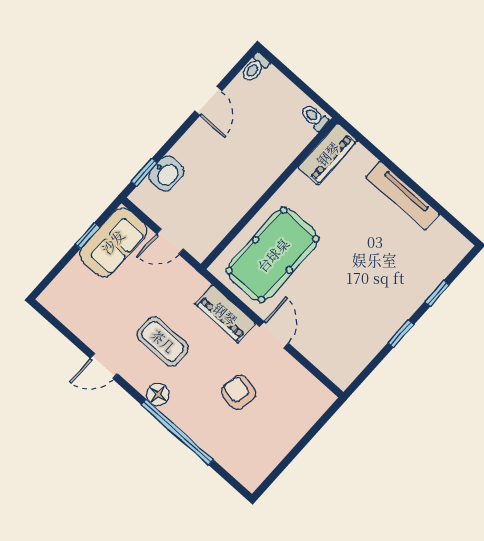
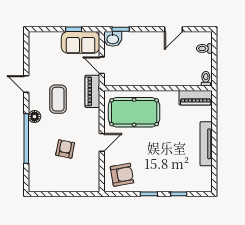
toilet: (255, 68) -> (204, 48), moved
washbasin: (166, 174) -> (113, 39), moved
piano: (225, 314) -> (92, 91), moved
armchair: (342, 347) -> (122, 175), added

